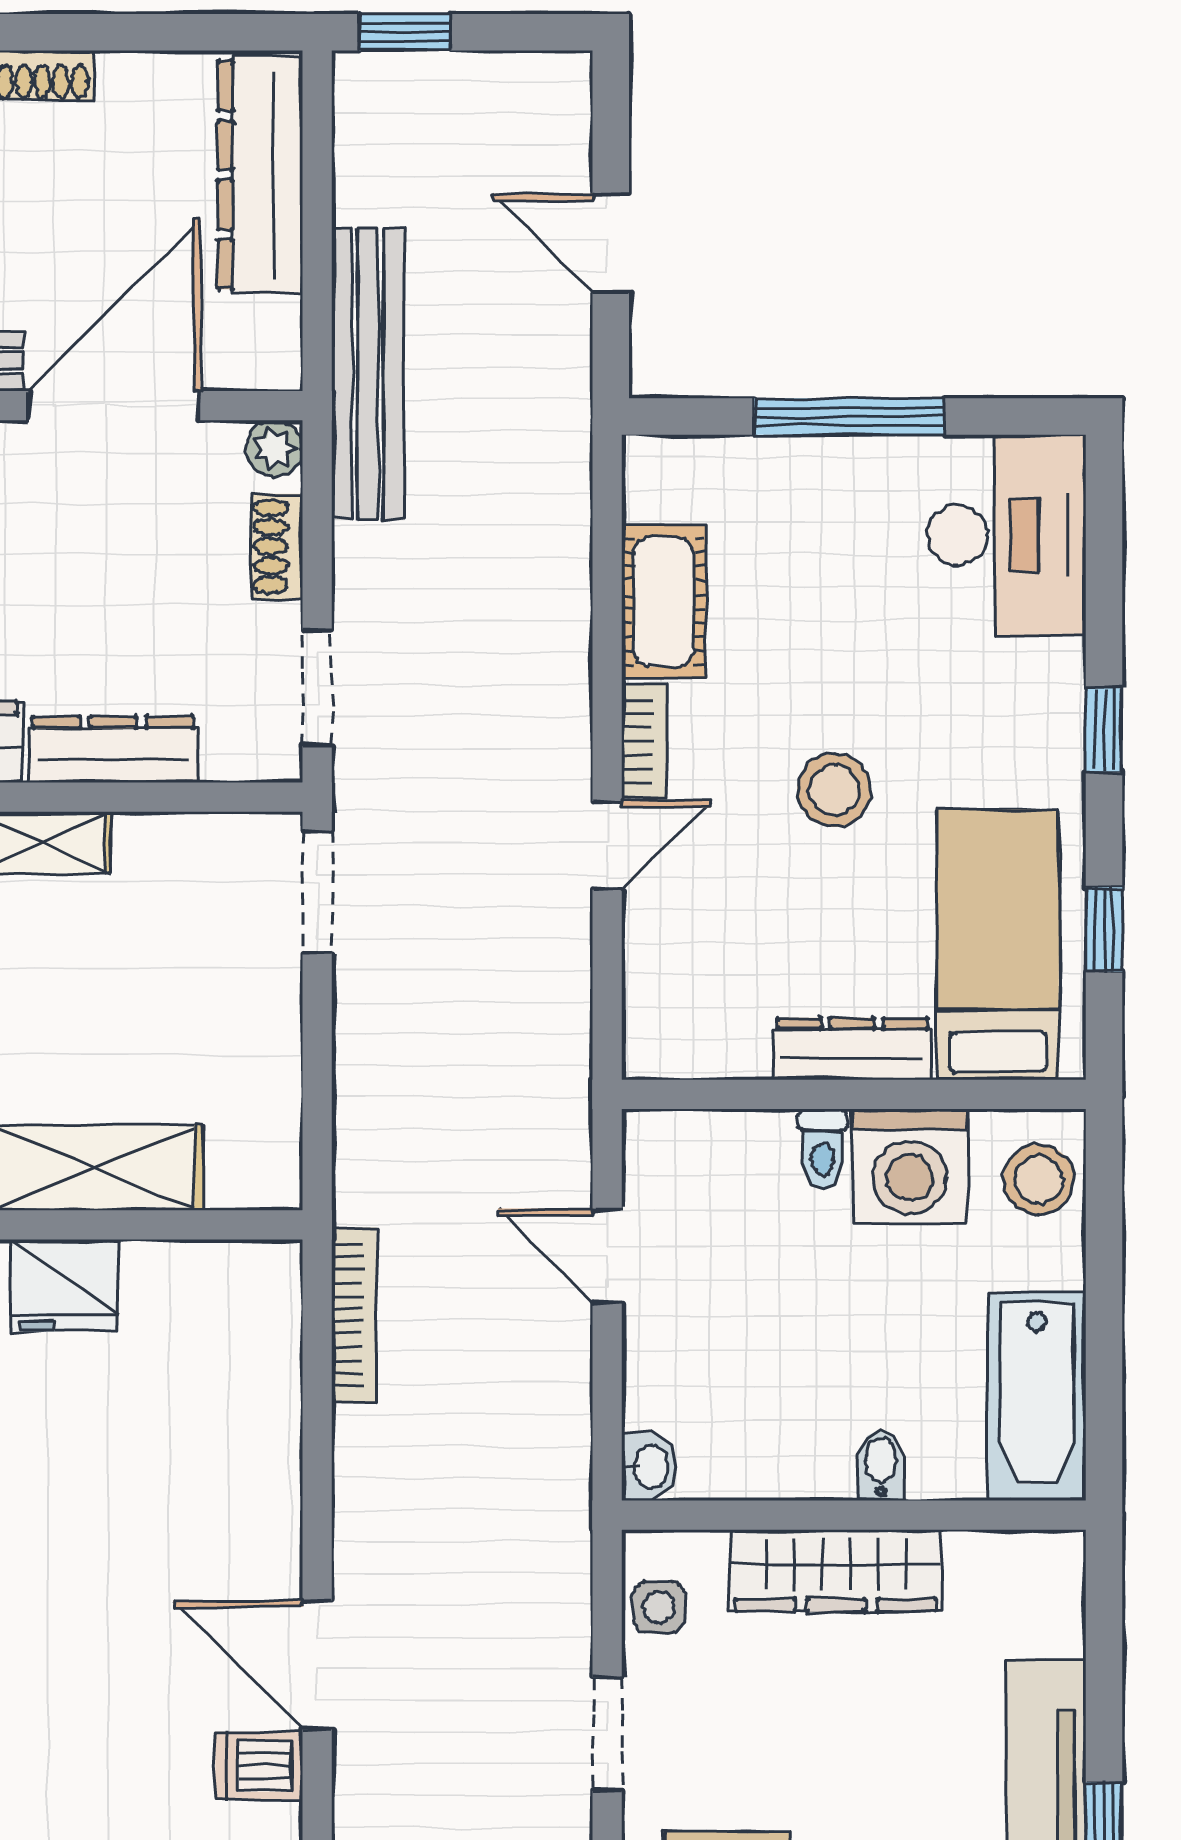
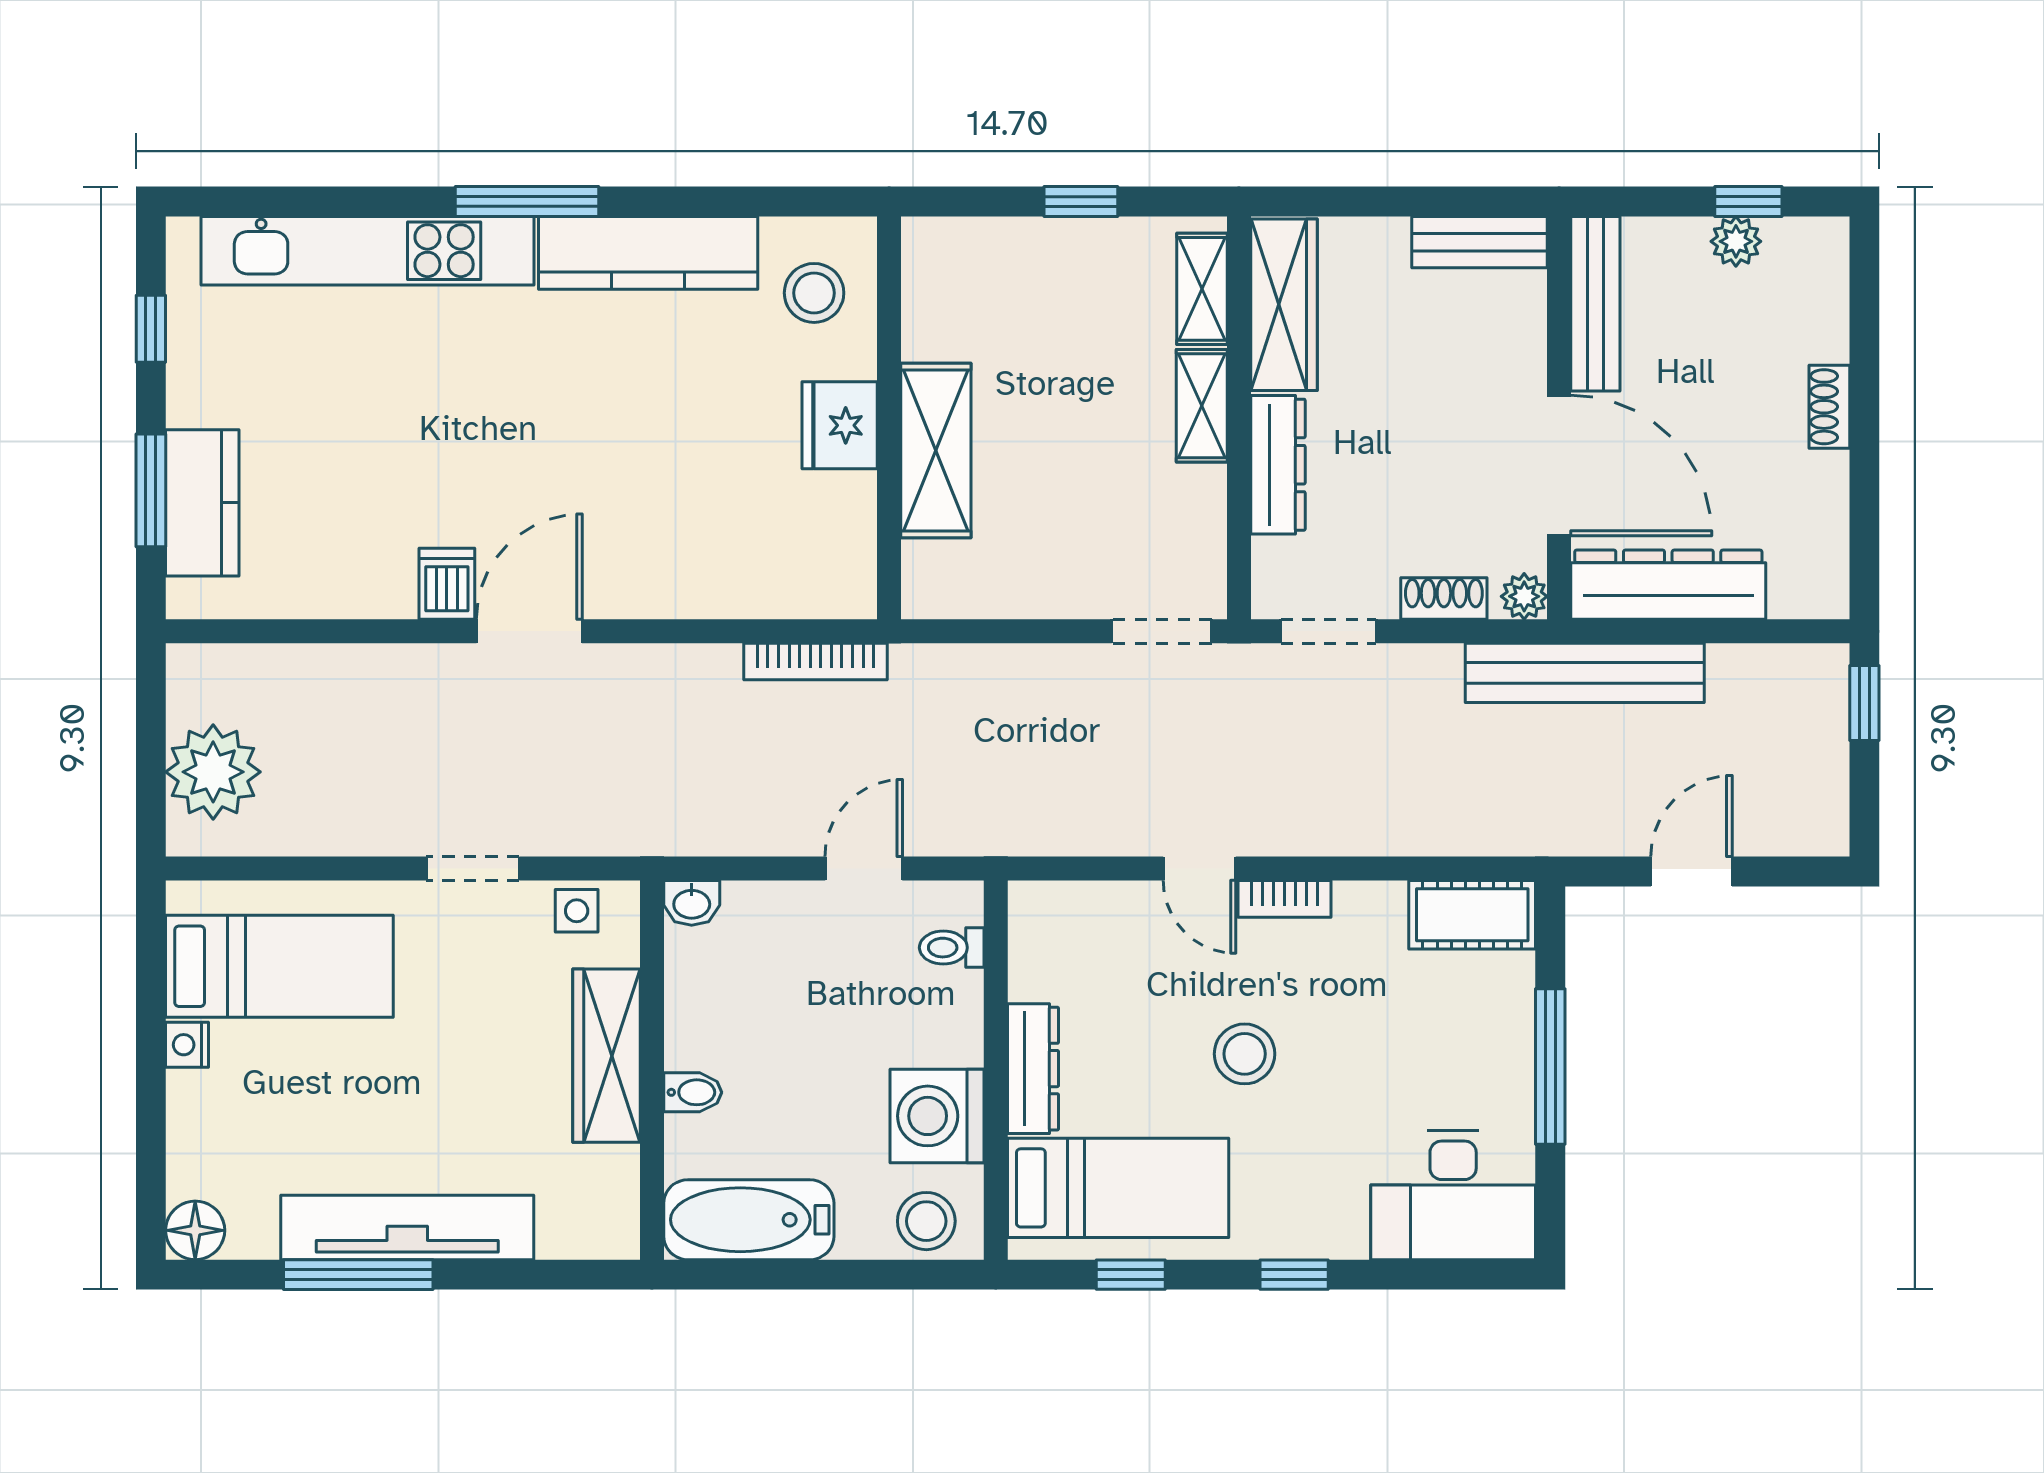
dresser: (260, 175) -> (1668, 585), moved
cot: (664, 602) -> (1472, 915), moved
toilet: (823, 1148) -> (952, 948), moved

